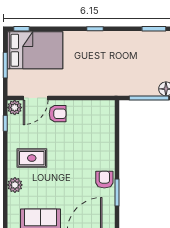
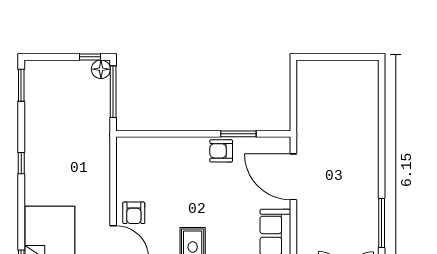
armchair: (58, 114) -> (134, 213), turned 180

